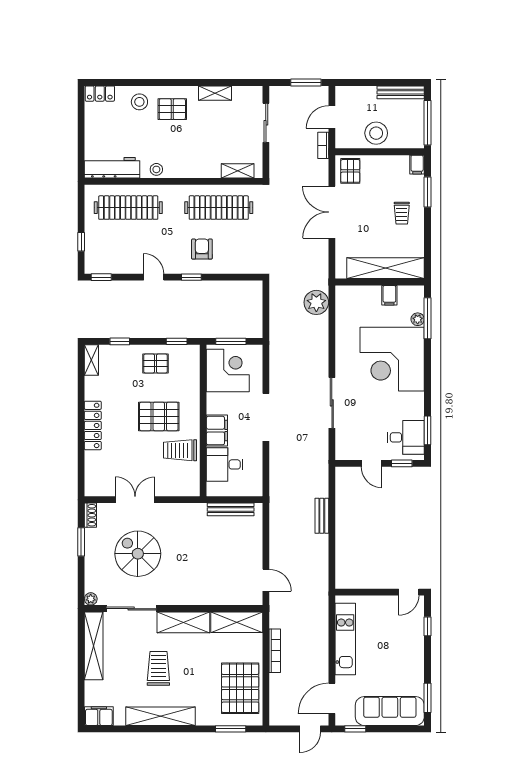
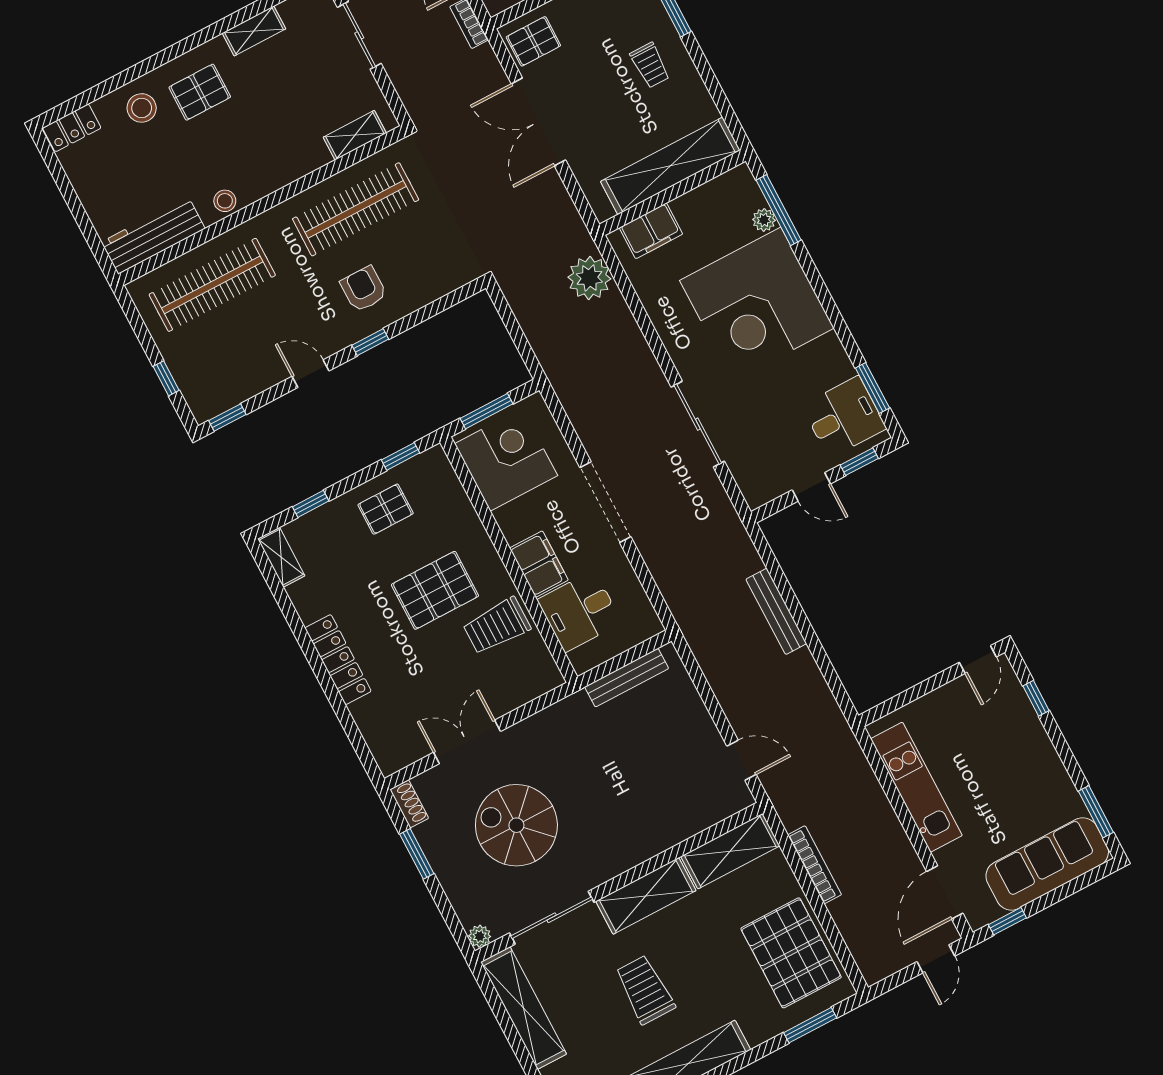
pallet: (350, 171) -> (533, 41), turned 90
filing cabinet: (389, 295) -> (651, 231), moved, width x2.00
bench: (322, 516) -> (776, 611), width x1.36

